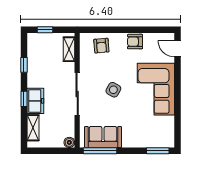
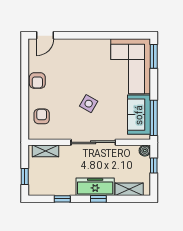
armchair: (101, 46) -> (42, 116), turned -85
corner sofa: (156, 89) -> (131, 66), moved, turned 90
freezer: (35, 101) -> (95, 187), width x1.40
window: (55, 151) -> (154, 165), added

